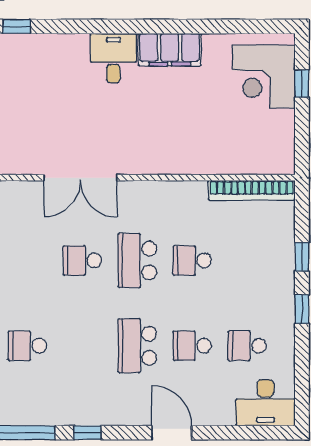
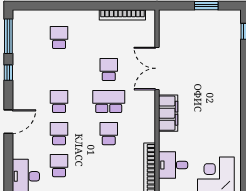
filing cabinet: (170, 50) -> (168, 113), moved, turned 180
desk: (113, 58) -> (173, 165), moved, turned 180
school desk: (137, 346) -> (59, 102), width x0.54

